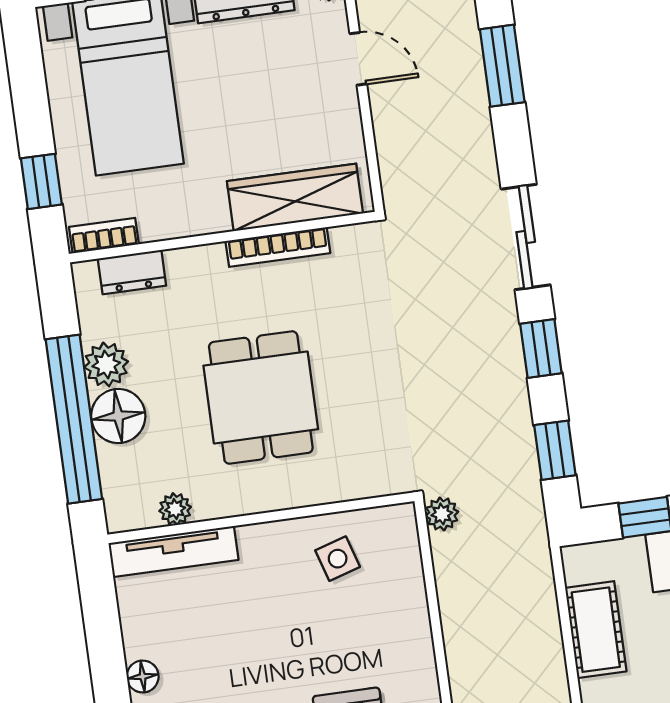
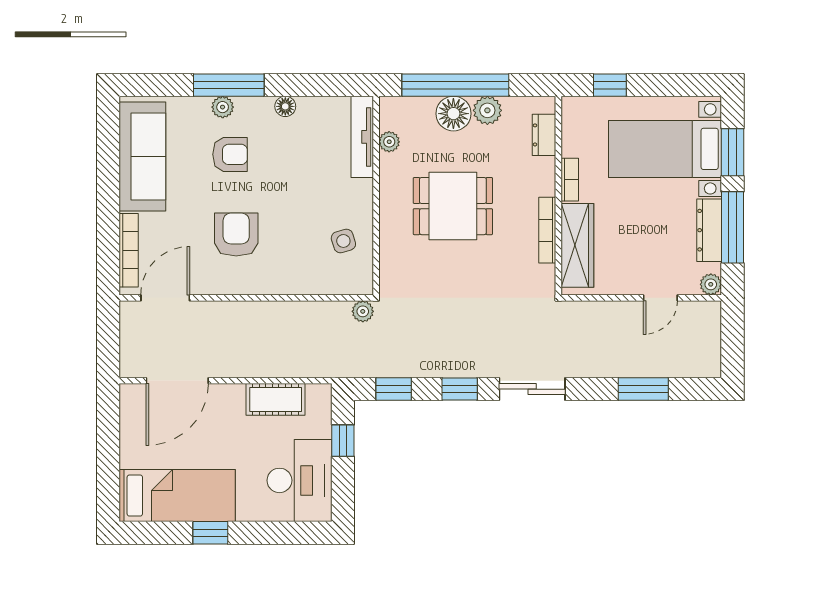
bookcase: (104, 236) -> (570, 180), moved

